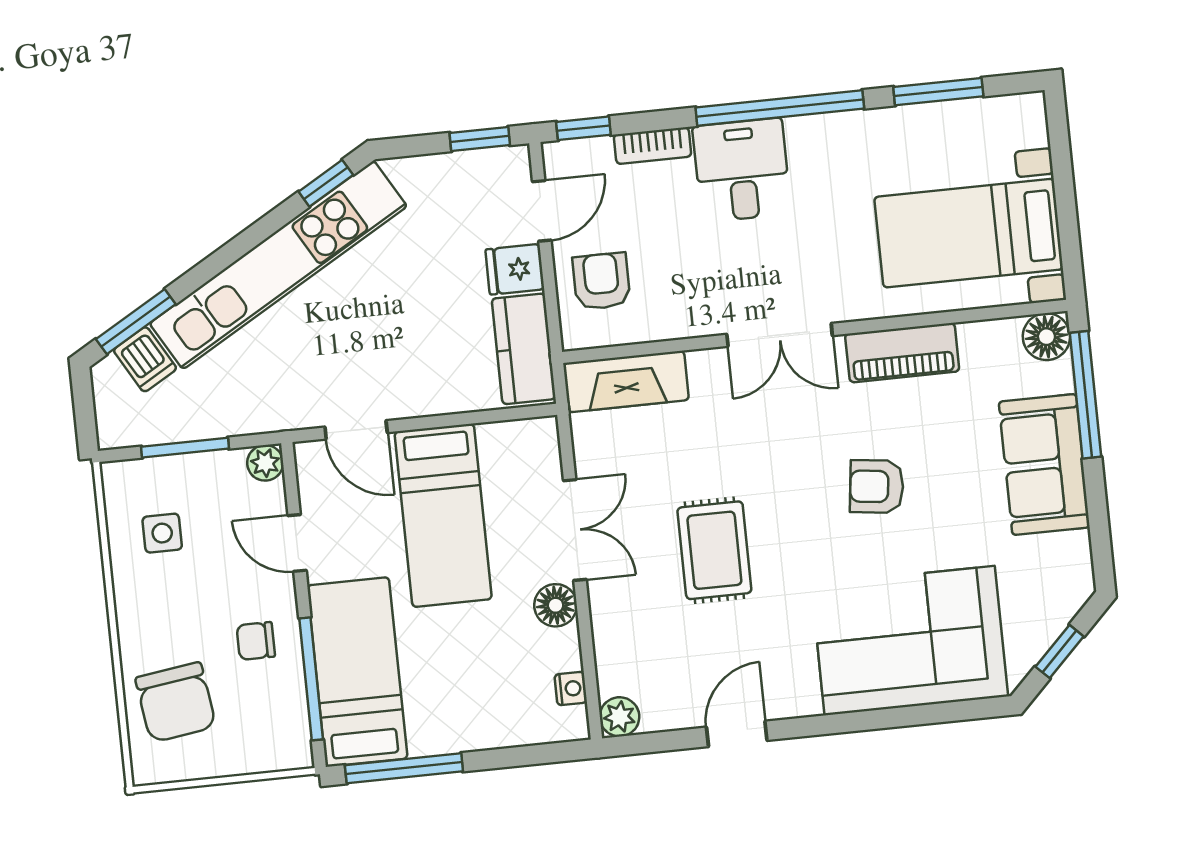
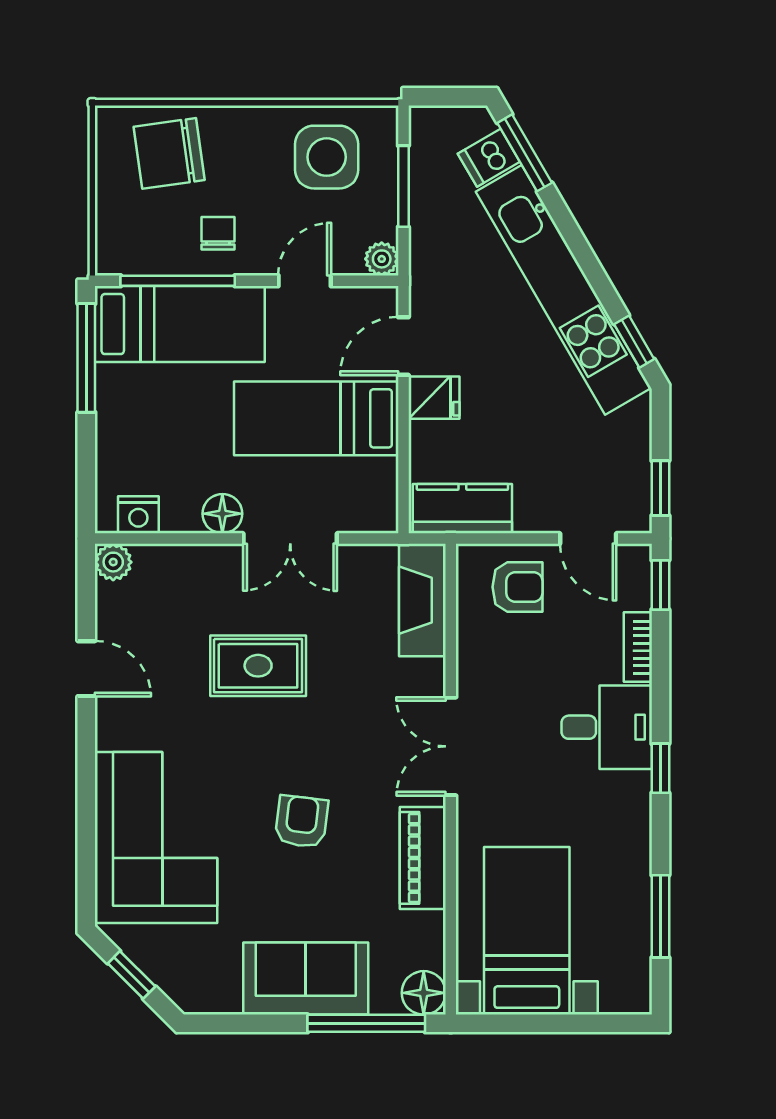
window: (780, 108) -> (660, 768), width x0.32
fridge: (515, 269) -> (434, 398), moved, turned 90
side table: (162, 533) -> (327, 157), width x1.87, depth x1.87
nightstand: (571, 689) -> (138, 515), width x1.39, depth x1.35

